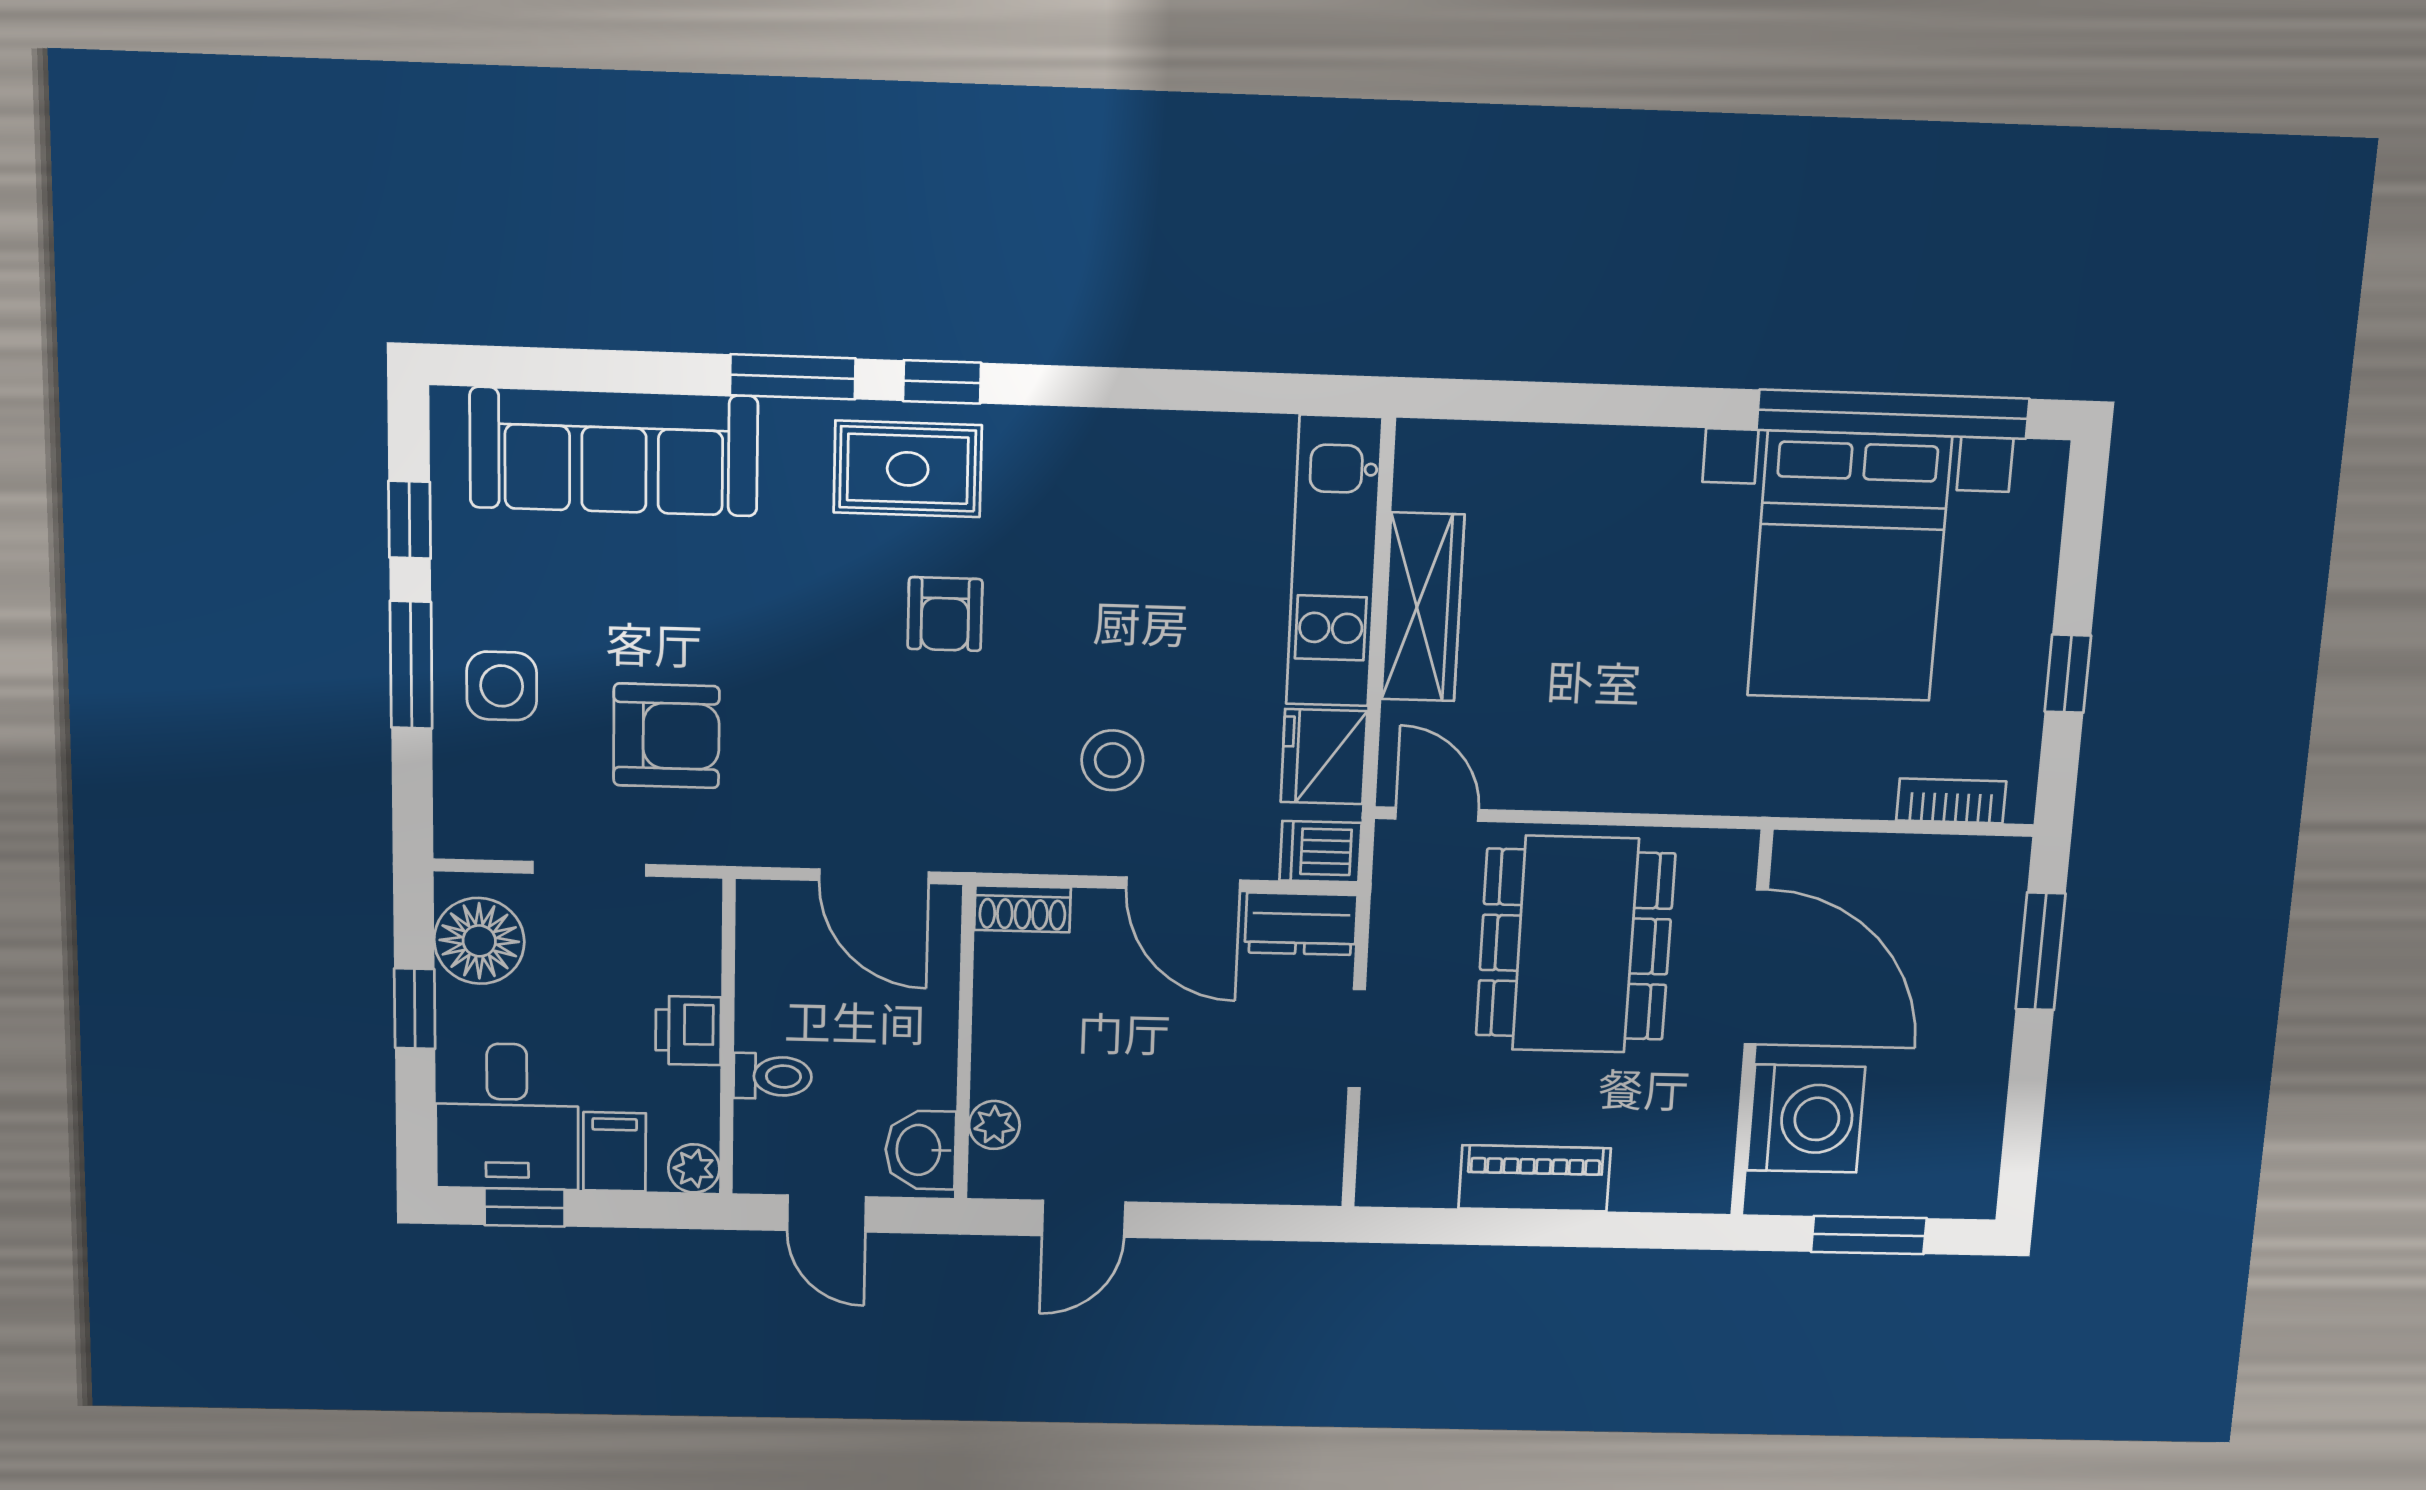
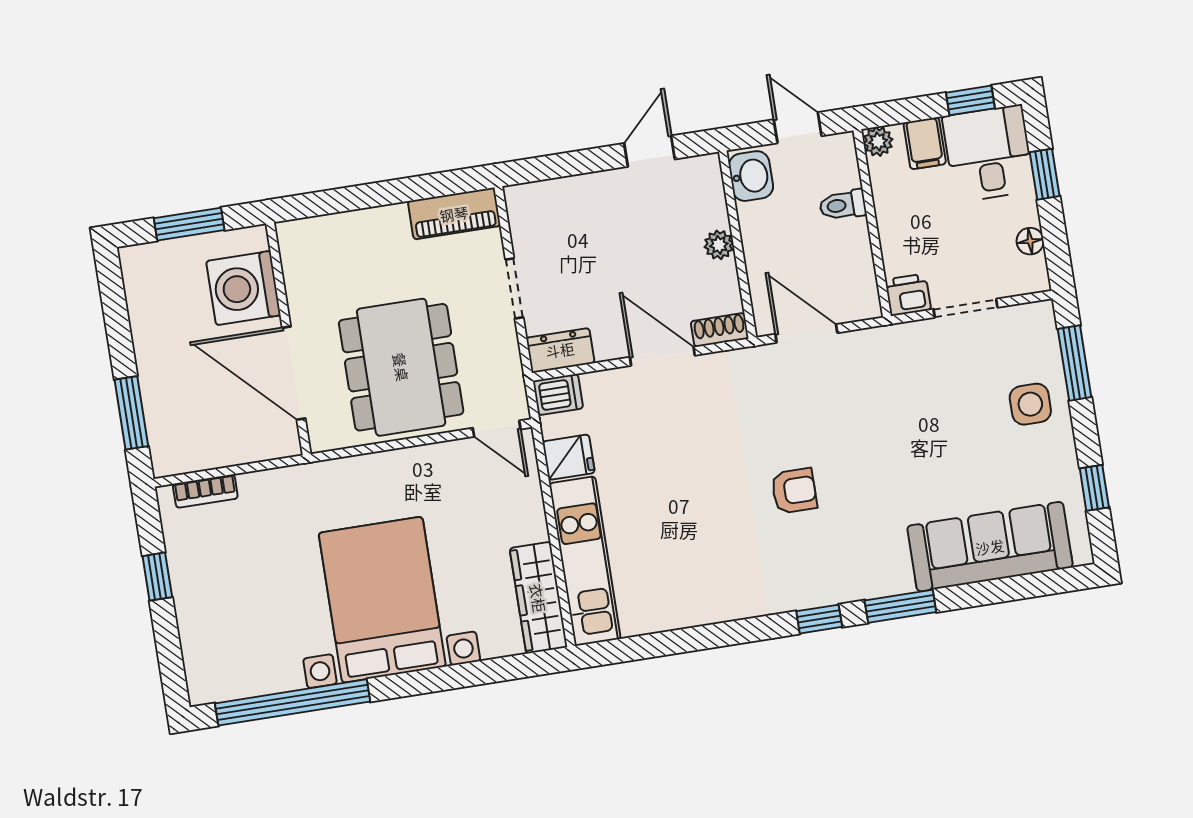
rug: (908, 469) -> (829, 568), removed
bed with nightstands: (1849, 567) -> (382, 600), moved
wardrobe: (1423, 607) -> (538, 598), moved
armchair: (945, 614) -> (794, 491), turned 90
window: (411, 665) -> (1075, 363), moved
armchair: (666, 736) -> (935, 393), removed
fridge: (1324, 757) -> (569, 457), width x0.72
stool: (1112, 760) -> (686, 425), removed
door: (1183, 884) -> (662, 356), moved
floor lamp: (479, 941) -> (1030, 241), width x0.53, depth x0.53
window: (415, 1009) -> (1045, 174), moved
printer: (688, 1031) -> (908, 295), moved, turned -90
plant: (994, 1125) -> (719, 245), moved
piano: (1535, 1178) -> (454, 214), moved

